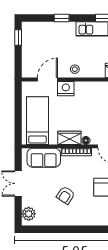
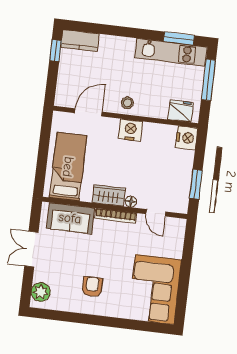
window: (62, 18) -> (118, 31), removed
kitchen counter: (35, 28) -> (80, 41), added
nightstand: (66, 89) -> (131, 130), moved
armchair: (66, 195) -> (92, 287), moved, turned 146

